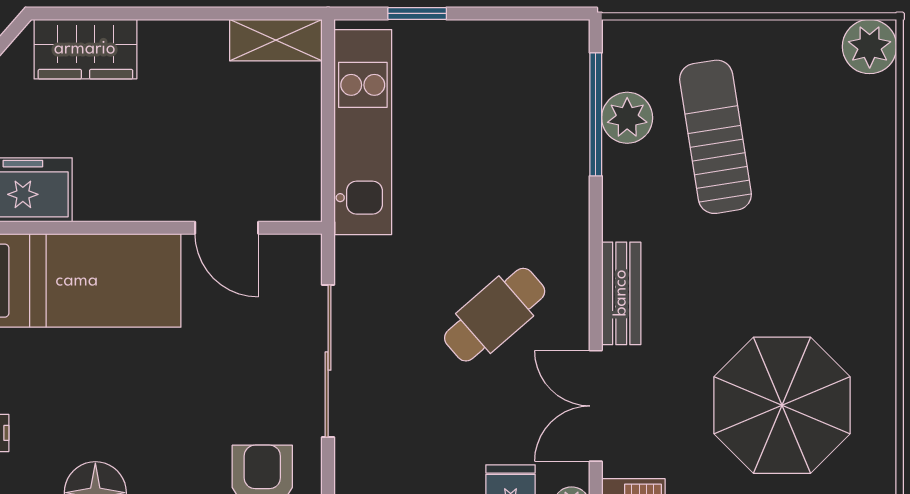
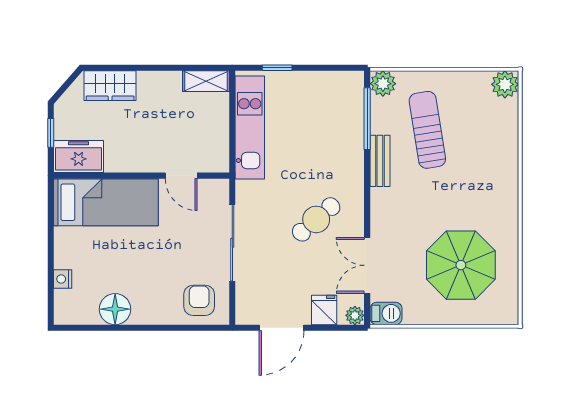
plant: (627, 118) -> (383, 84), moved
bench: (621, 293) -> (380, 161), moved

